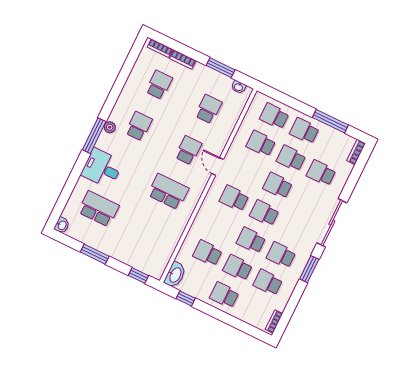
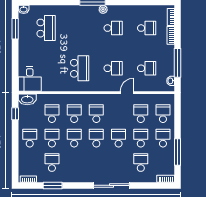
window: (221, 68) -> (178, 63), width x1.44
door: (218, 166) -> (127, 93), moved
desk: (102, 168) -> (30, 79), moved, turned 180
window: (95, 254) -> (15, 29), moved
school desk: (281, 255) -> (74, 114), moved
window: (309, 269) -> (53, 185), moved
window: (138, 275) -> (15, 76), removed

